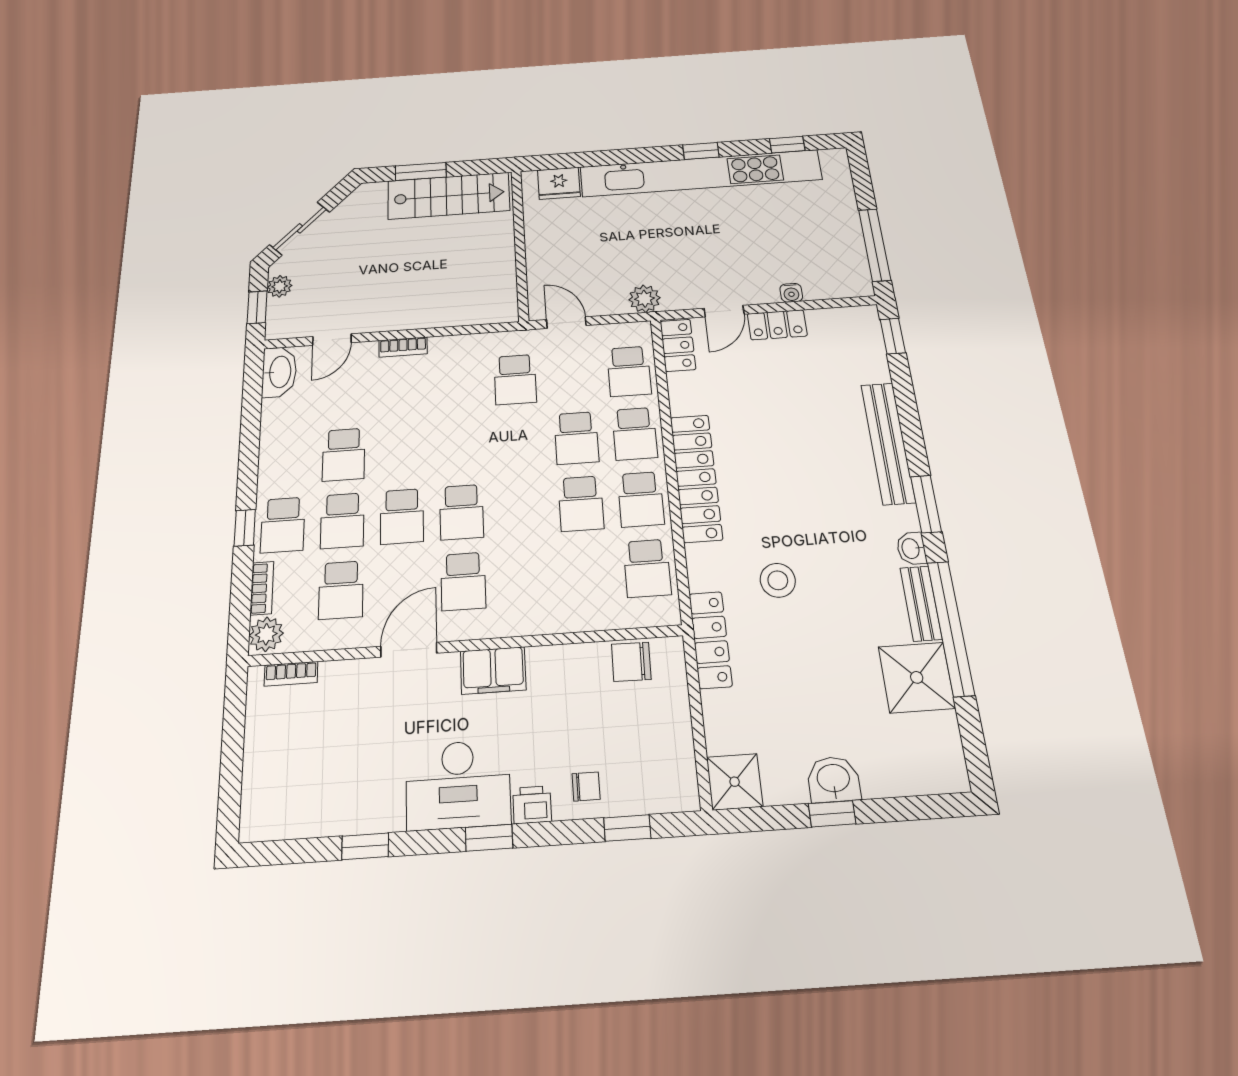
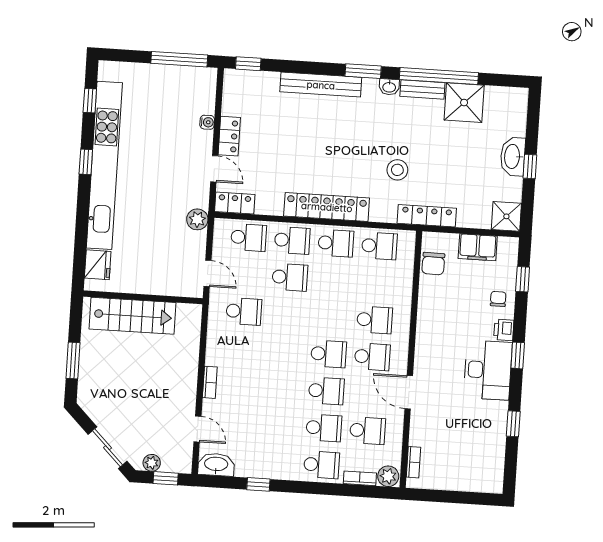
stairs: (449, 196) -> (133, 316), moved, turned 90
door: (566, 323) -> (207, 273), swing flipped
school desk: (344, 455) -> (280, 425), removed
school desk: (581, 504) -> (375, 320), moved
window: (245, 528) -> (258, 484), moved
filing cabinet: (493, 670) -> (478, 247), moved, turned 90
washbasin: (833, 779) -> (513, 157), width x1.38

